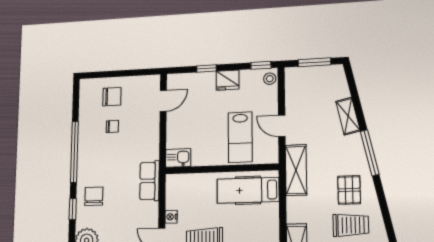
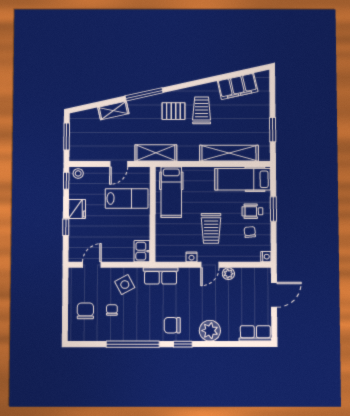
door: (163, 101) -> (92, 265), hinge flipped
side table: (140, 140) -> (125, 285), added

